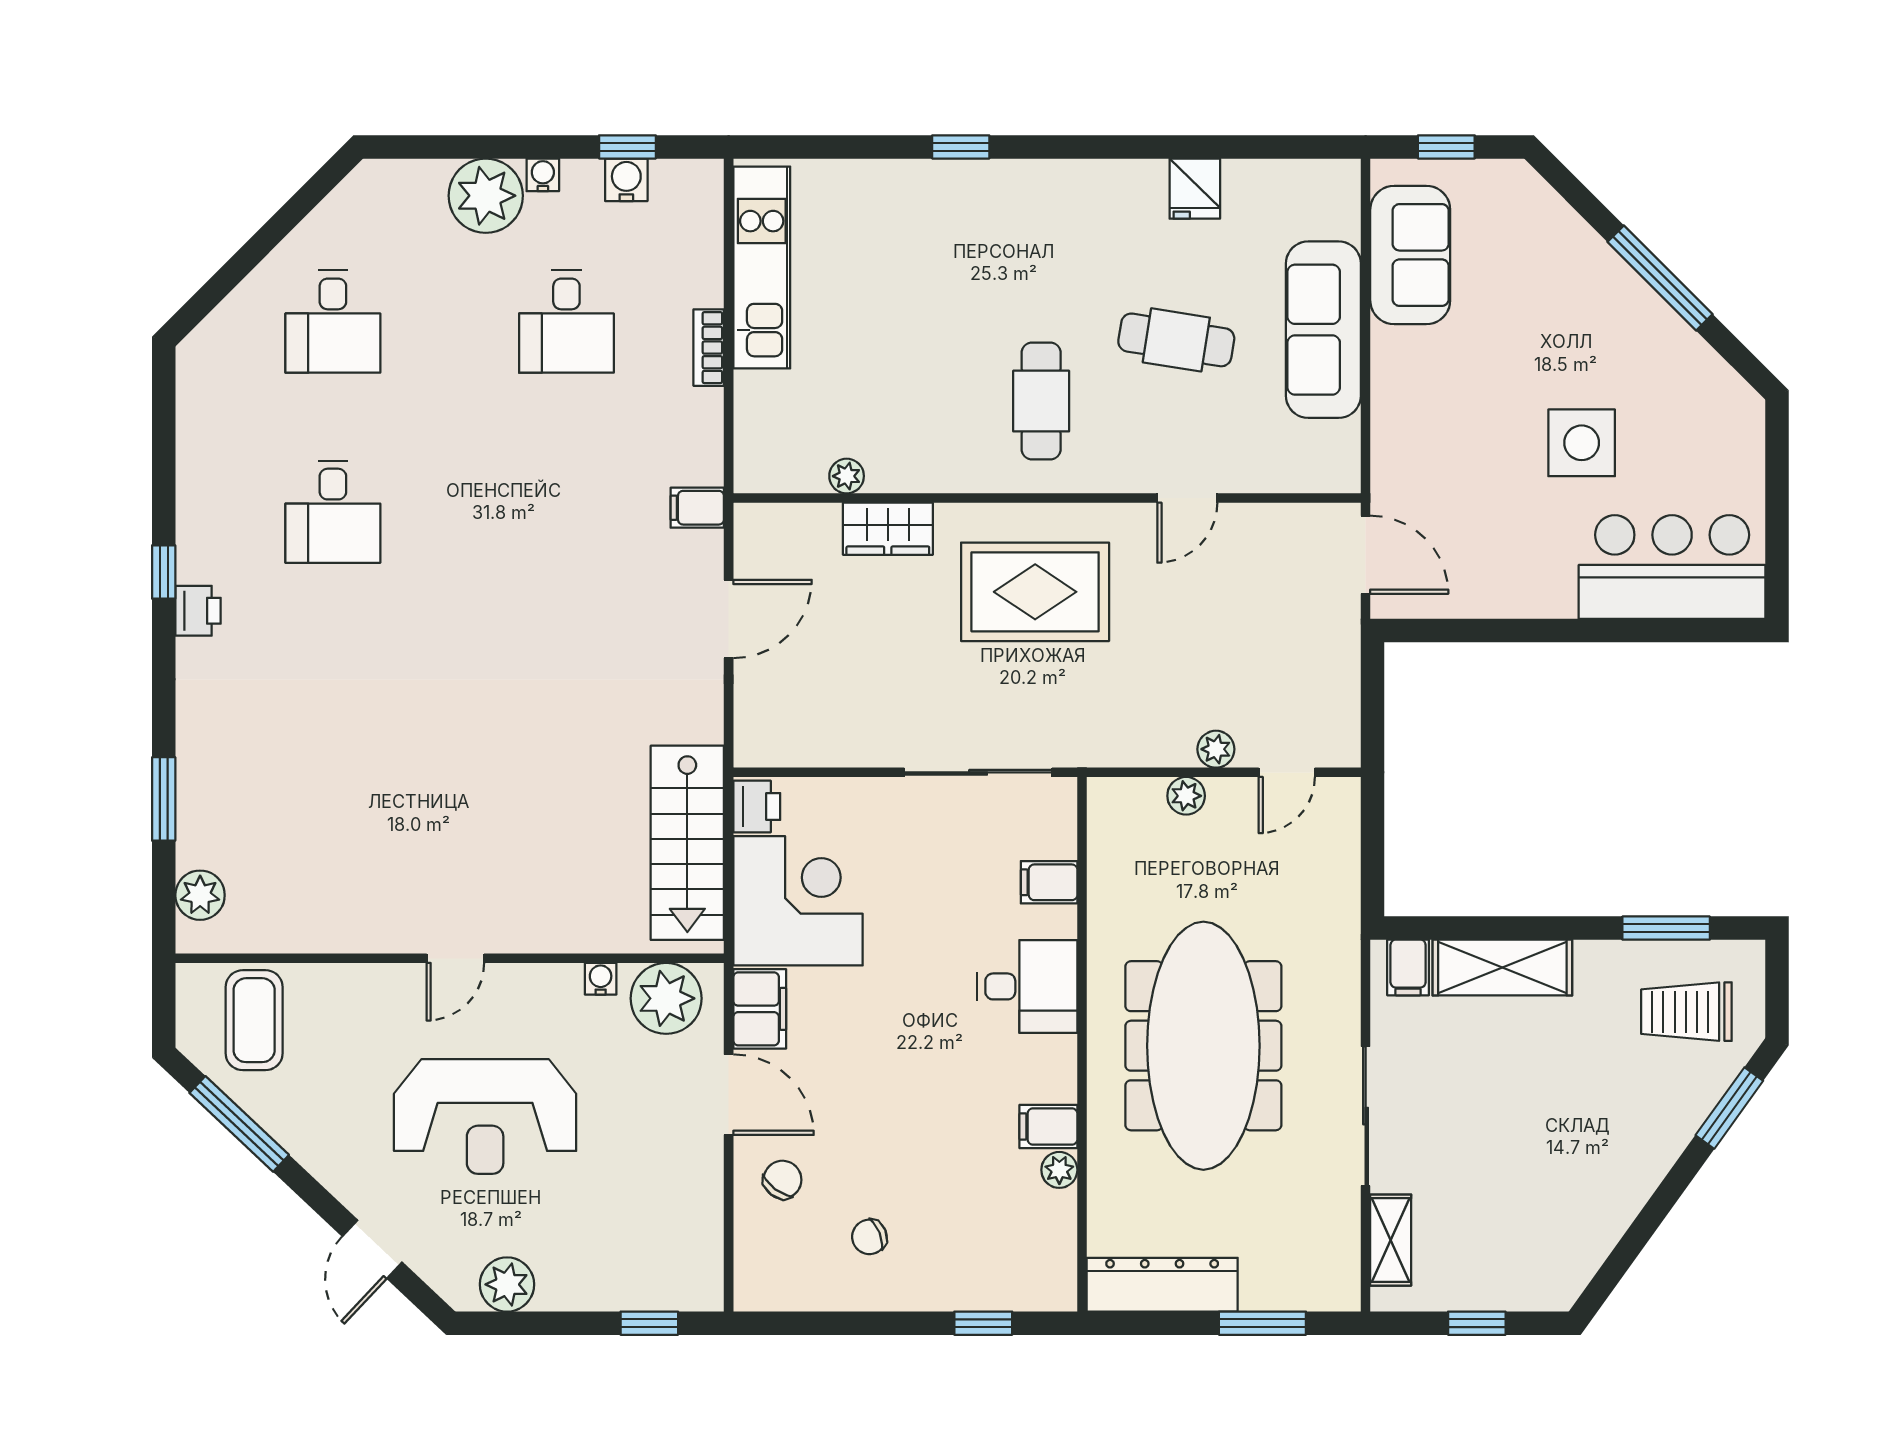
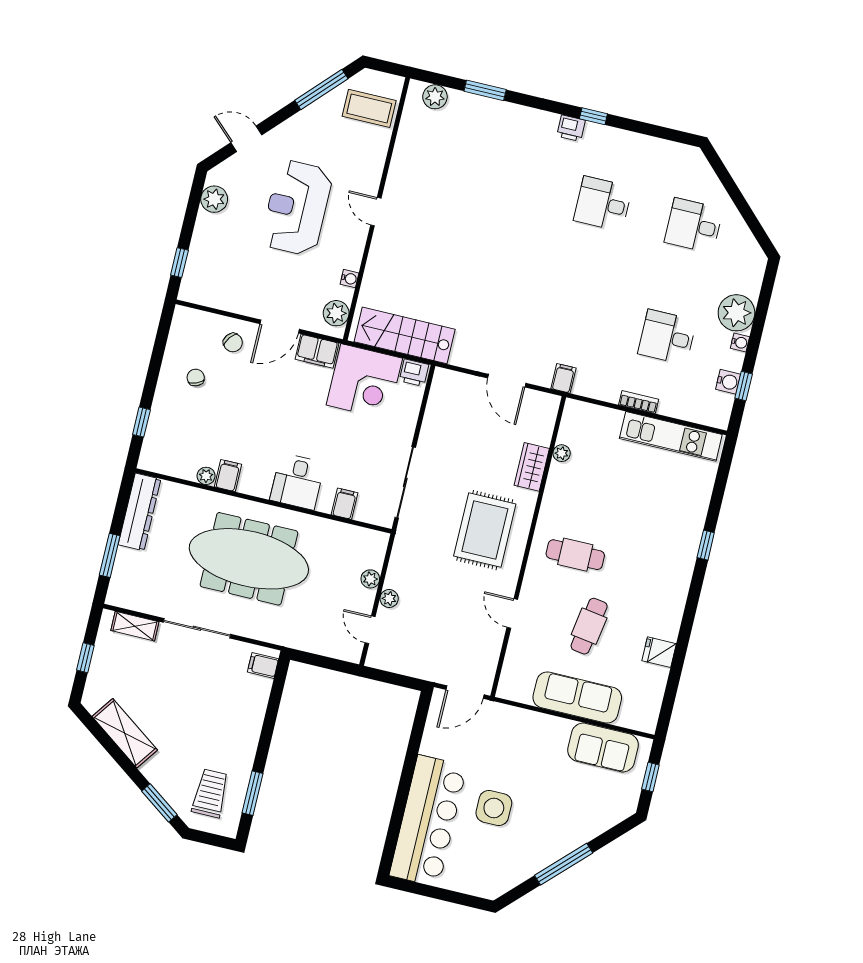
bar counter: (1672, 567) -> (428, 821), width x1.36
shelving: (1502, 968) -> (125, 733), moved, turned -54
plant: (666, 998) -> (336, 313), width x0.73, depth x0.73

